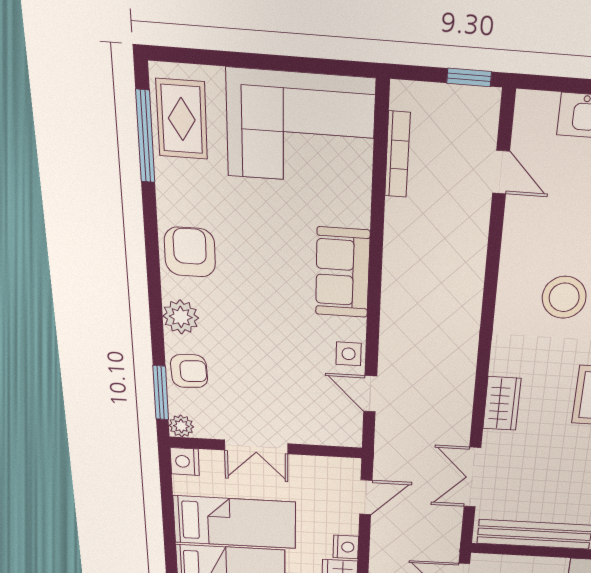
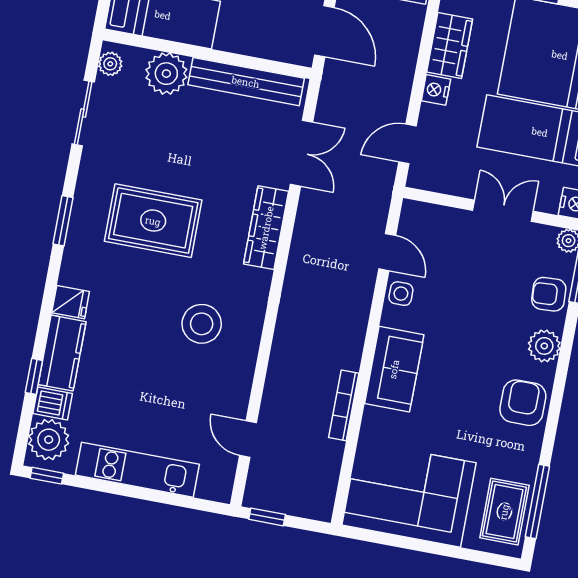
bookcase: (397, 155) -> (344, 405), moved
armchair: (190, 252) -> (523, 403), turned 180
wardrobe: (502, 404) -> (266, 228), width x1.50

